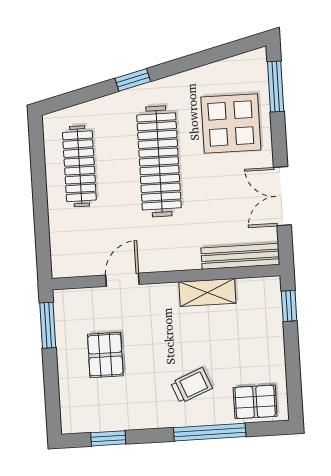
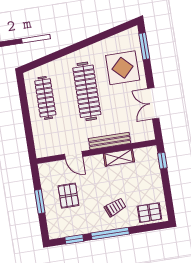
window: (133, 80) -> (69, 50), removed
bench: (240, 256) -> (110, 141), moved
door: (122, 280) -> (74, 155), swing flipped
window: (48, 325) -> (40, 201), moved
window: (210, 432) -> (110, 234), moved

